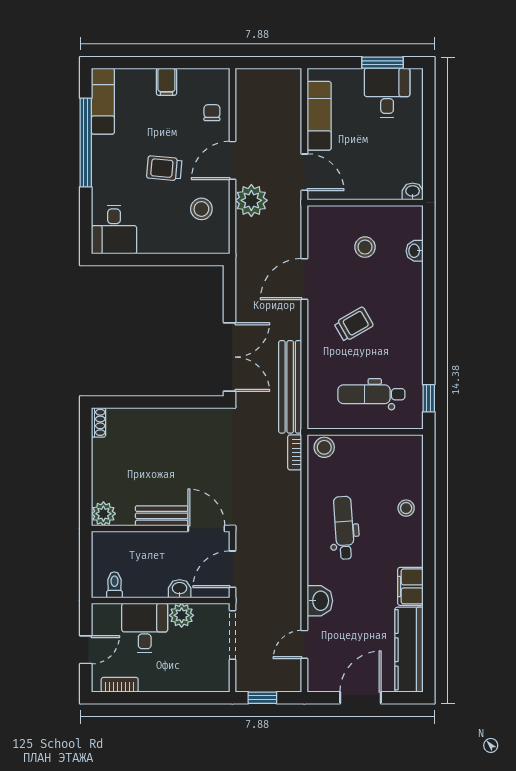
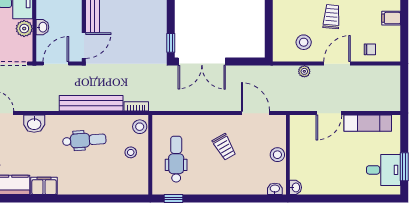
door: (232, 160) -> (337, 64), hinge flipped
washbasin: (413, 191) -> (296, 187), moved
plant: (251, 200) -> (304, 71), width x0.53, depth x0.53
wall: (365, 203) -> (288, 155), moved
bench: (290, 387) -> (91, 103), moved
window: (202, 402) -> (171, 43), added
stool: (406, 508) -> (131, 152), moved
door: (232, 569) -> (56, 64), hinge flipped

